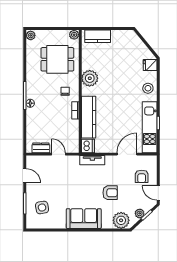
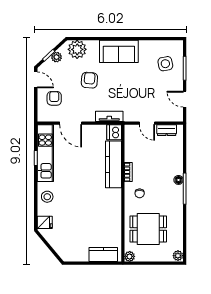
plant: (90, 78) -> (112, 208), removed
door: (127, 154) -> (71, 123), hinge flipped
armchair: (110, 193) -> (89, 80), turned 95

